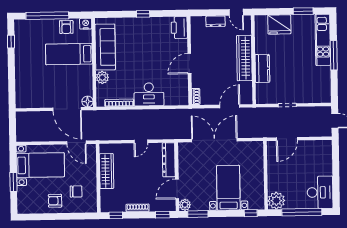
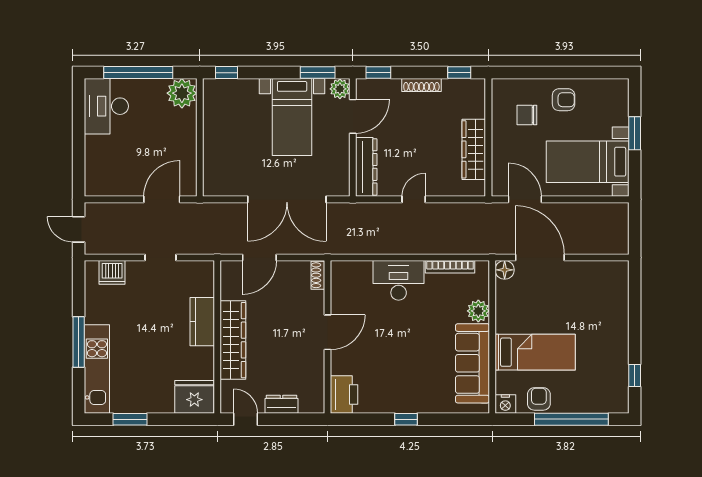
fridge: (279, 24) -> (194, 397), moved
dishwasher: (315, 96) -> (112, 272), added
bed with nightstands: (228, 188) -> (292, 117), moved

